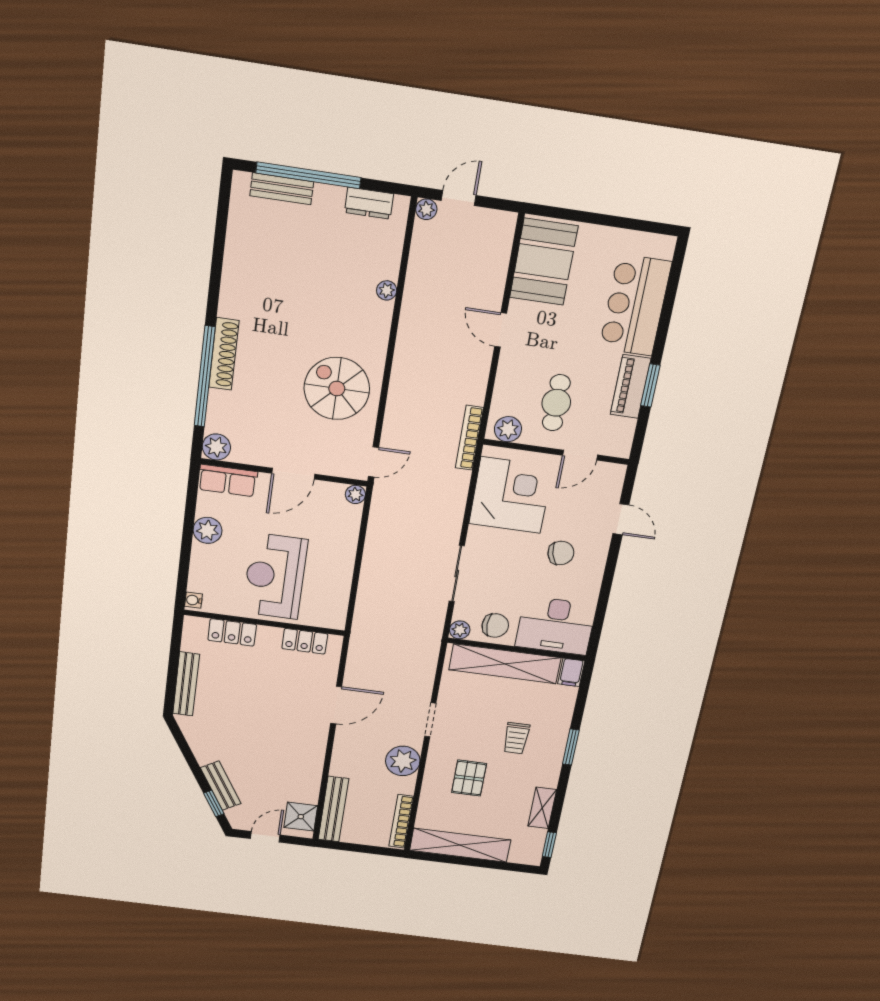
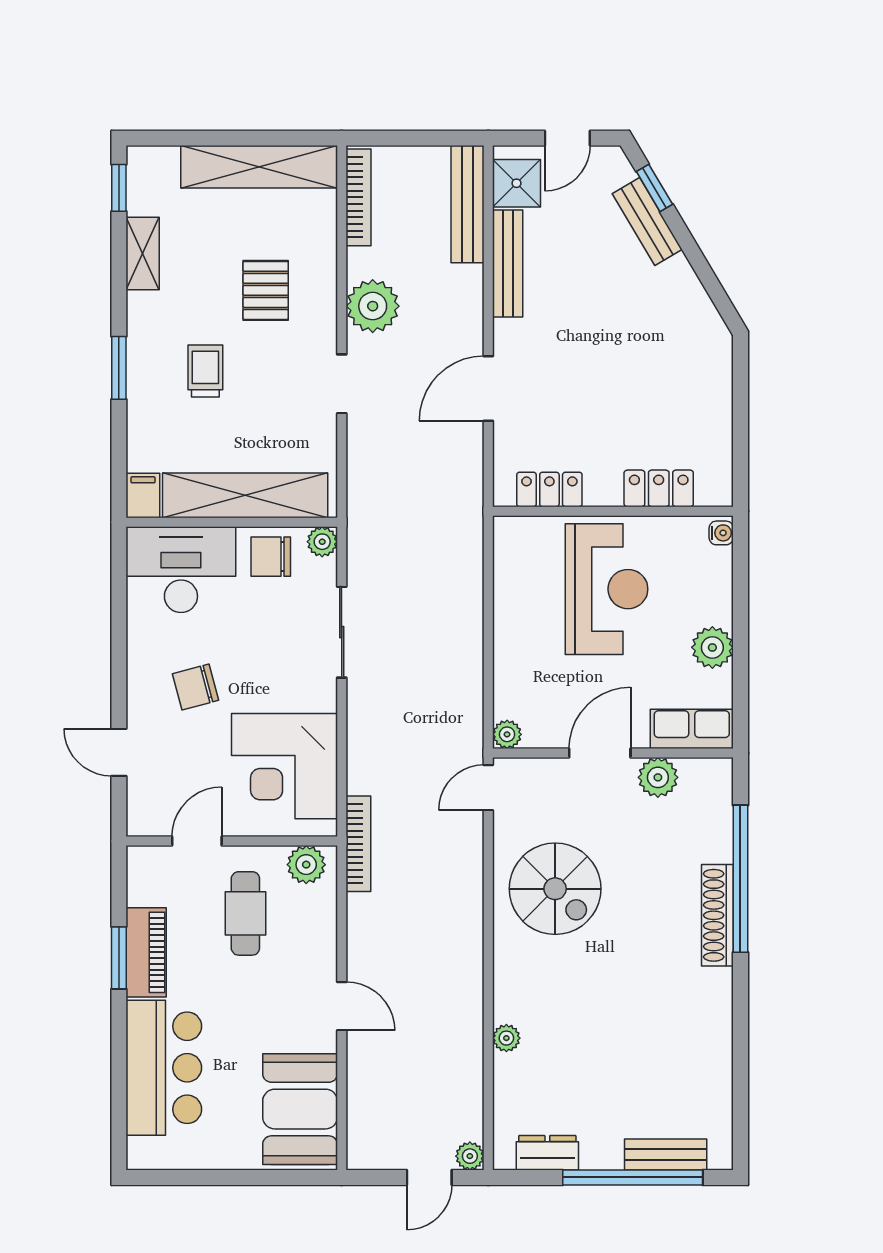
plant: (216, 447) -> (658, 777), moved
bench: (186, 684) -> (508, 264), moved

